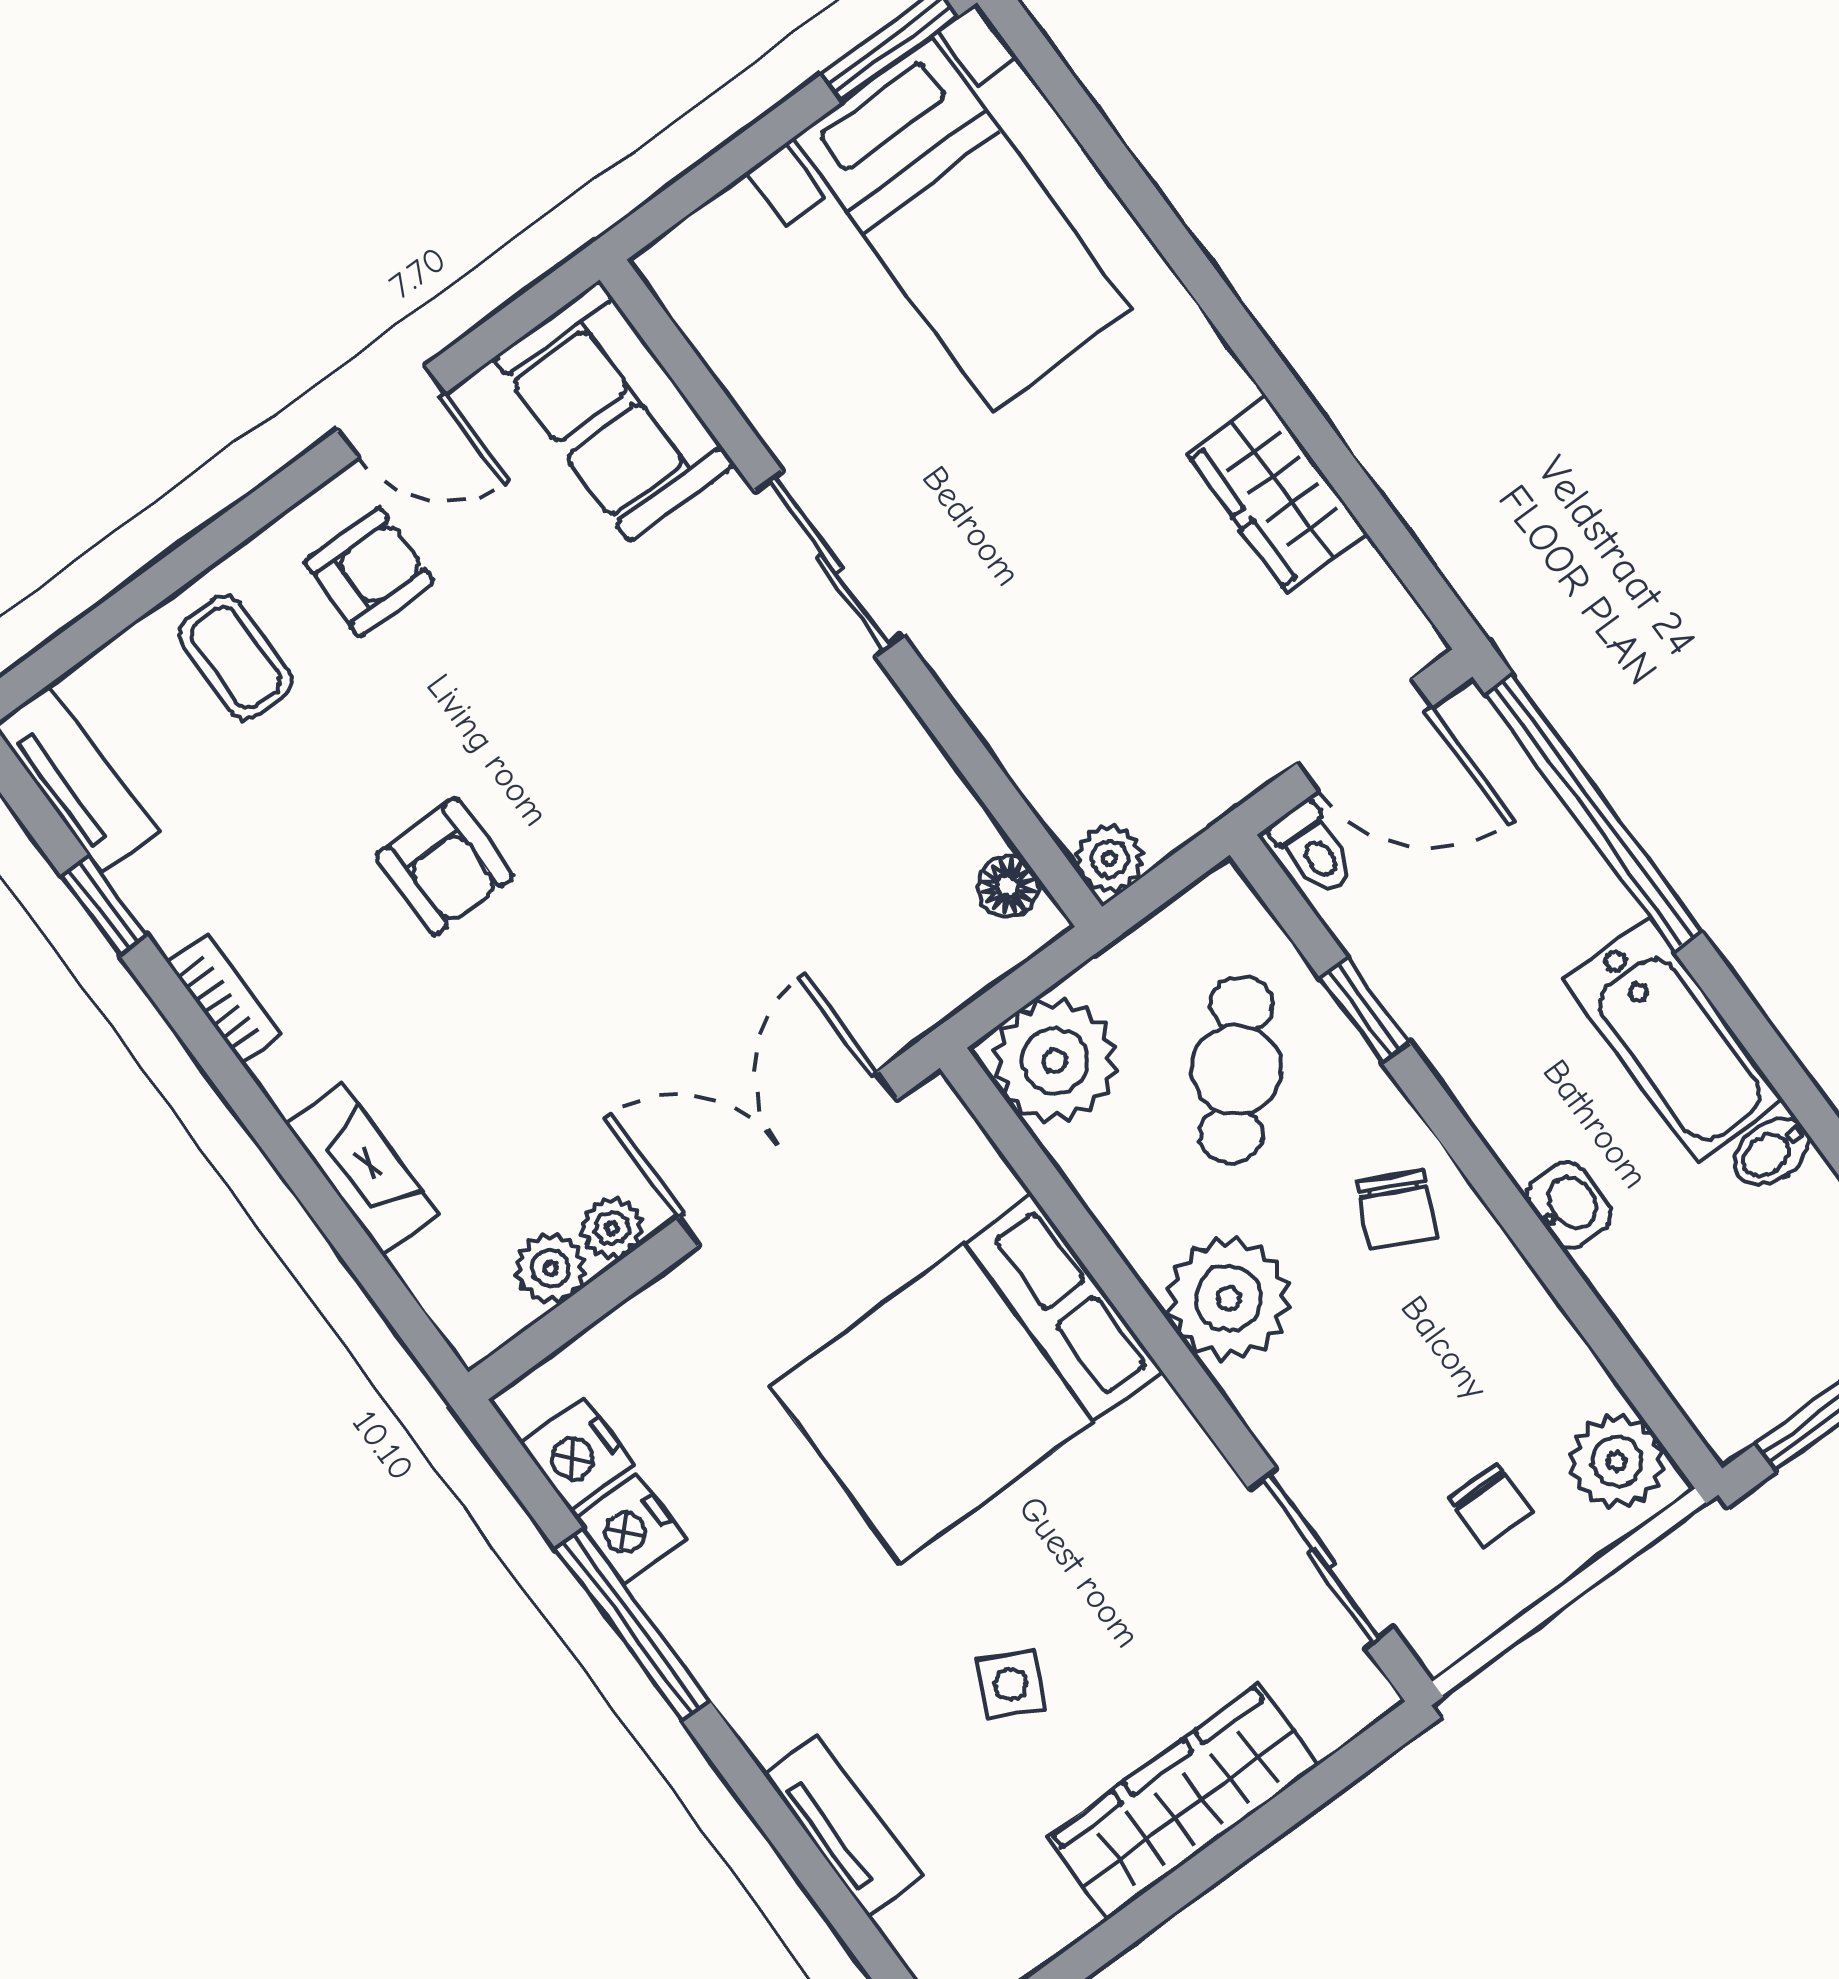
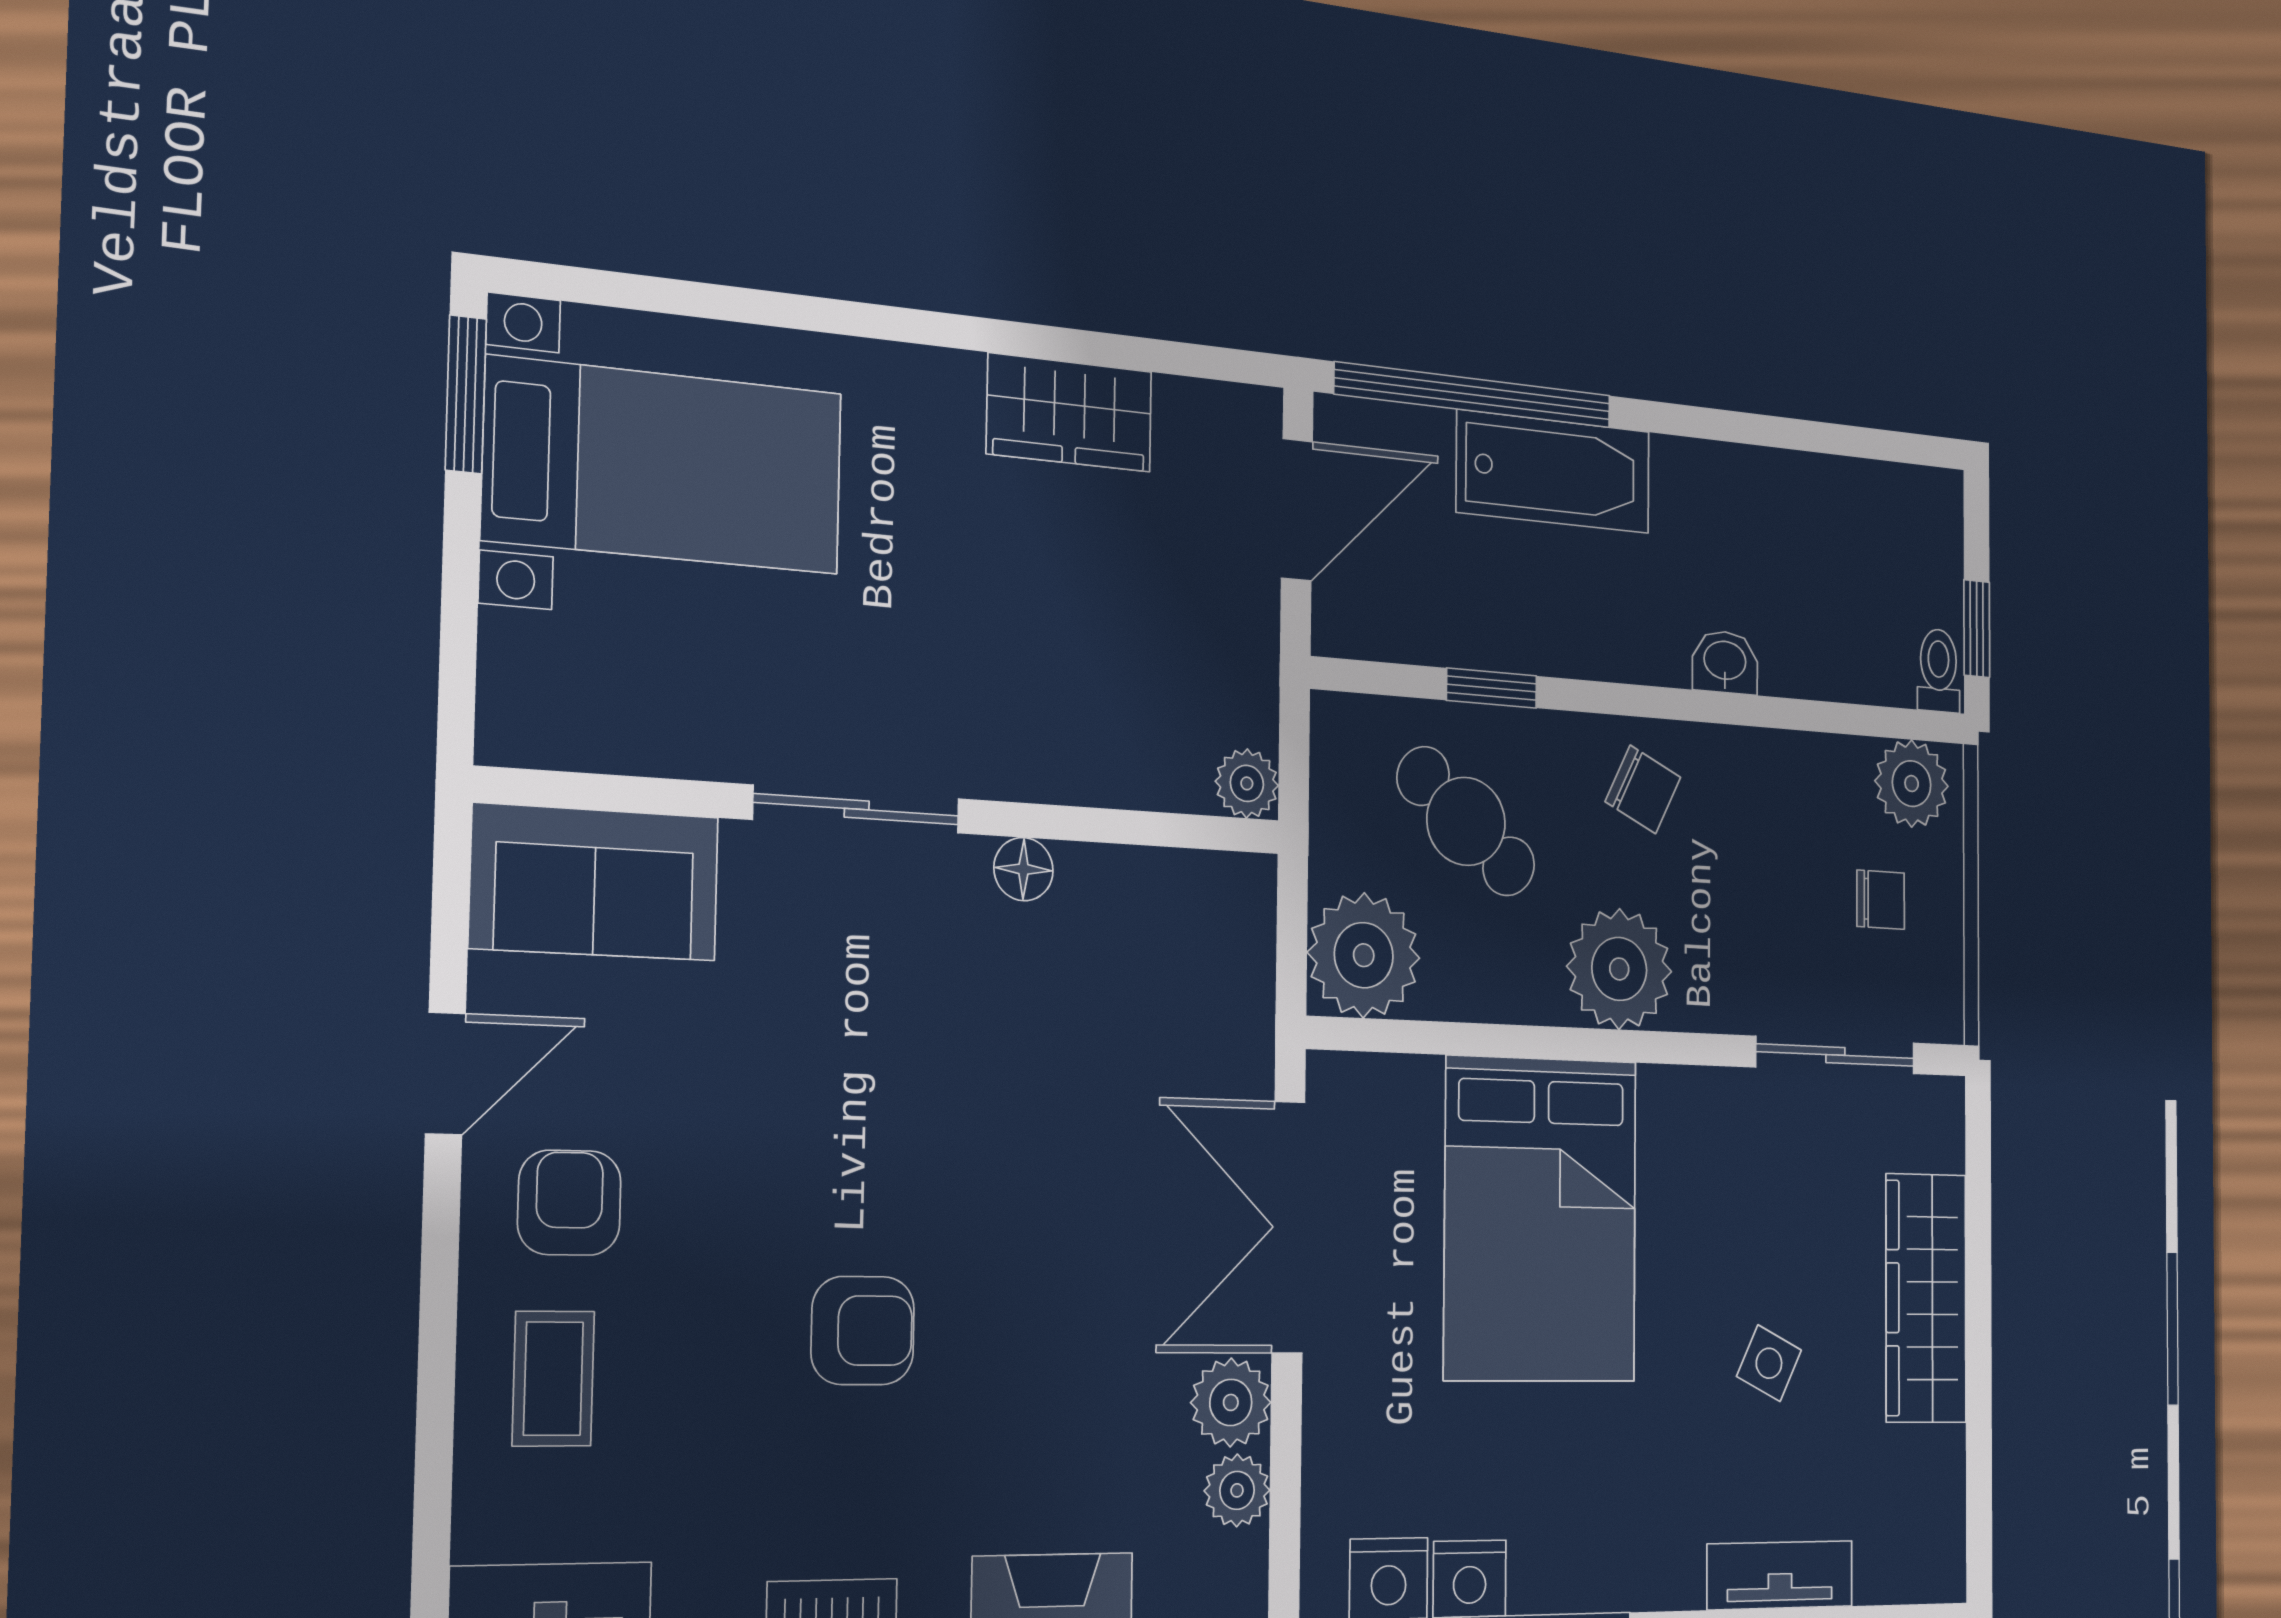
coffee table: (236, 657) -> (553, 1379), turned 90
toilet: (1313, 849) -> (1938, 671), moved, turned -90
floor lamp: (1008, 886) -> (1023, 869), moved
bathtub: (1673, 1040) -> (1553, 472), moved
bidet: (1771, 1151) -> (1787, 486), removed
plant: (612, 1228) -> (1231, 1402), width x1.38, depth x1.38

